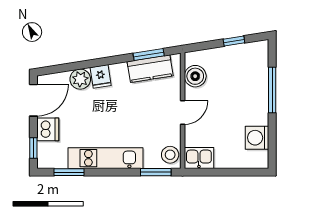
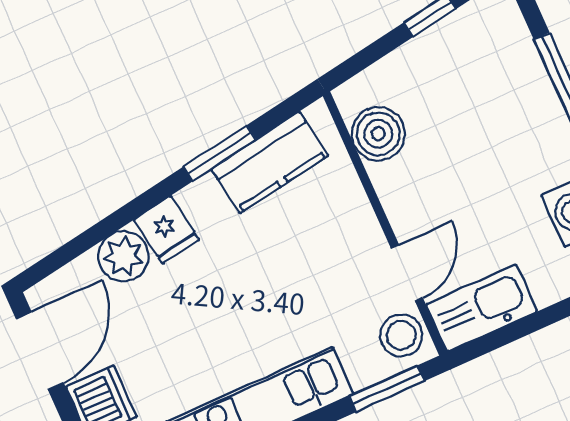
window: (149, 54) -> (220, 153), moved
door: (183, 113) -> (407, 273), moved
kitchen sink: (199, 158) -> (482, 308), width x1.38

